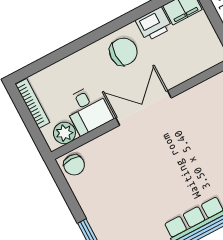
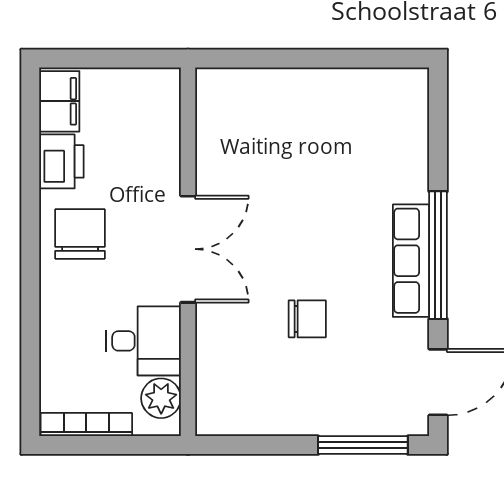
double door: (144, 108) -> (188, 249), swing flipped
chair: (74, 165) -> (307, 319), moved

